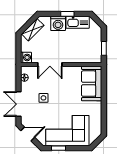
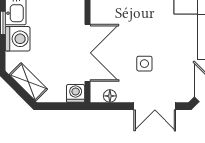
double door: (50, 64) -> (87, 53), width x1.37

